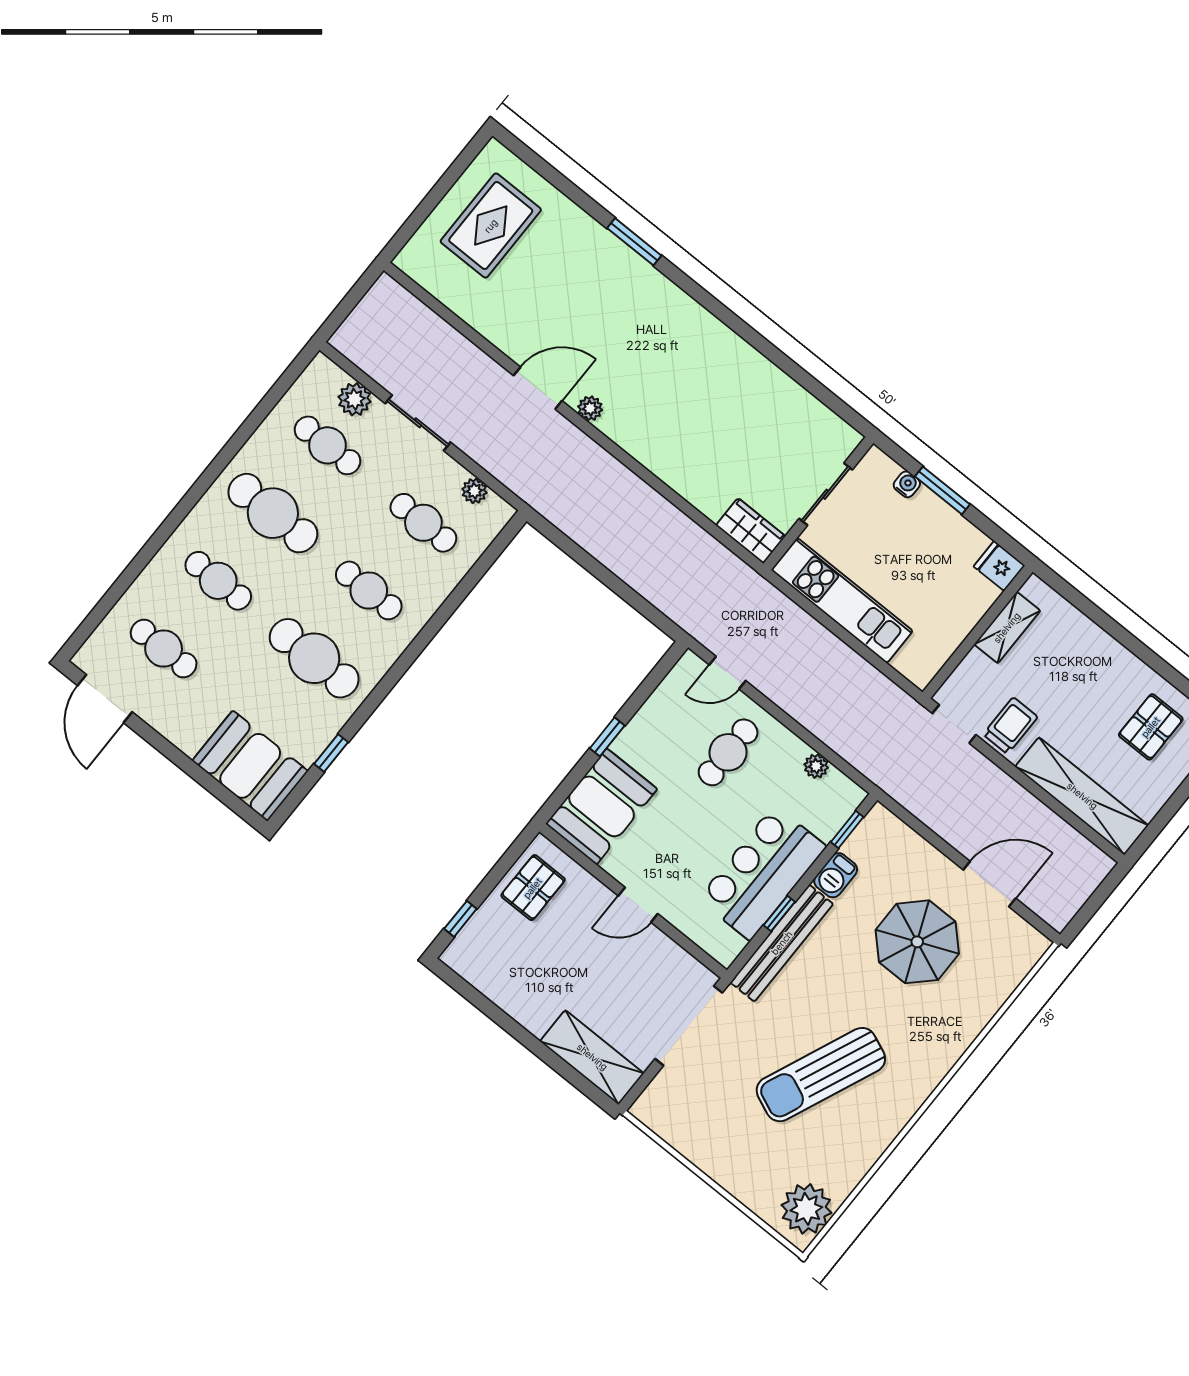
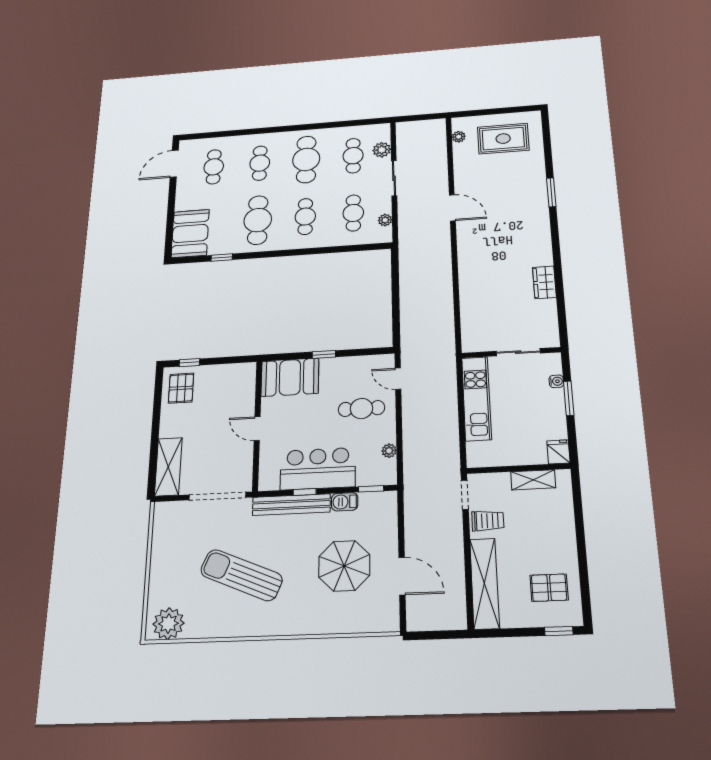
plant: (590, 408) -> (459, 137), moved
wardrobe: (751, 531) -> (544, 282), moved, turned 180
pallet: (533, 888) -> (181, 388), moved, turned 90

